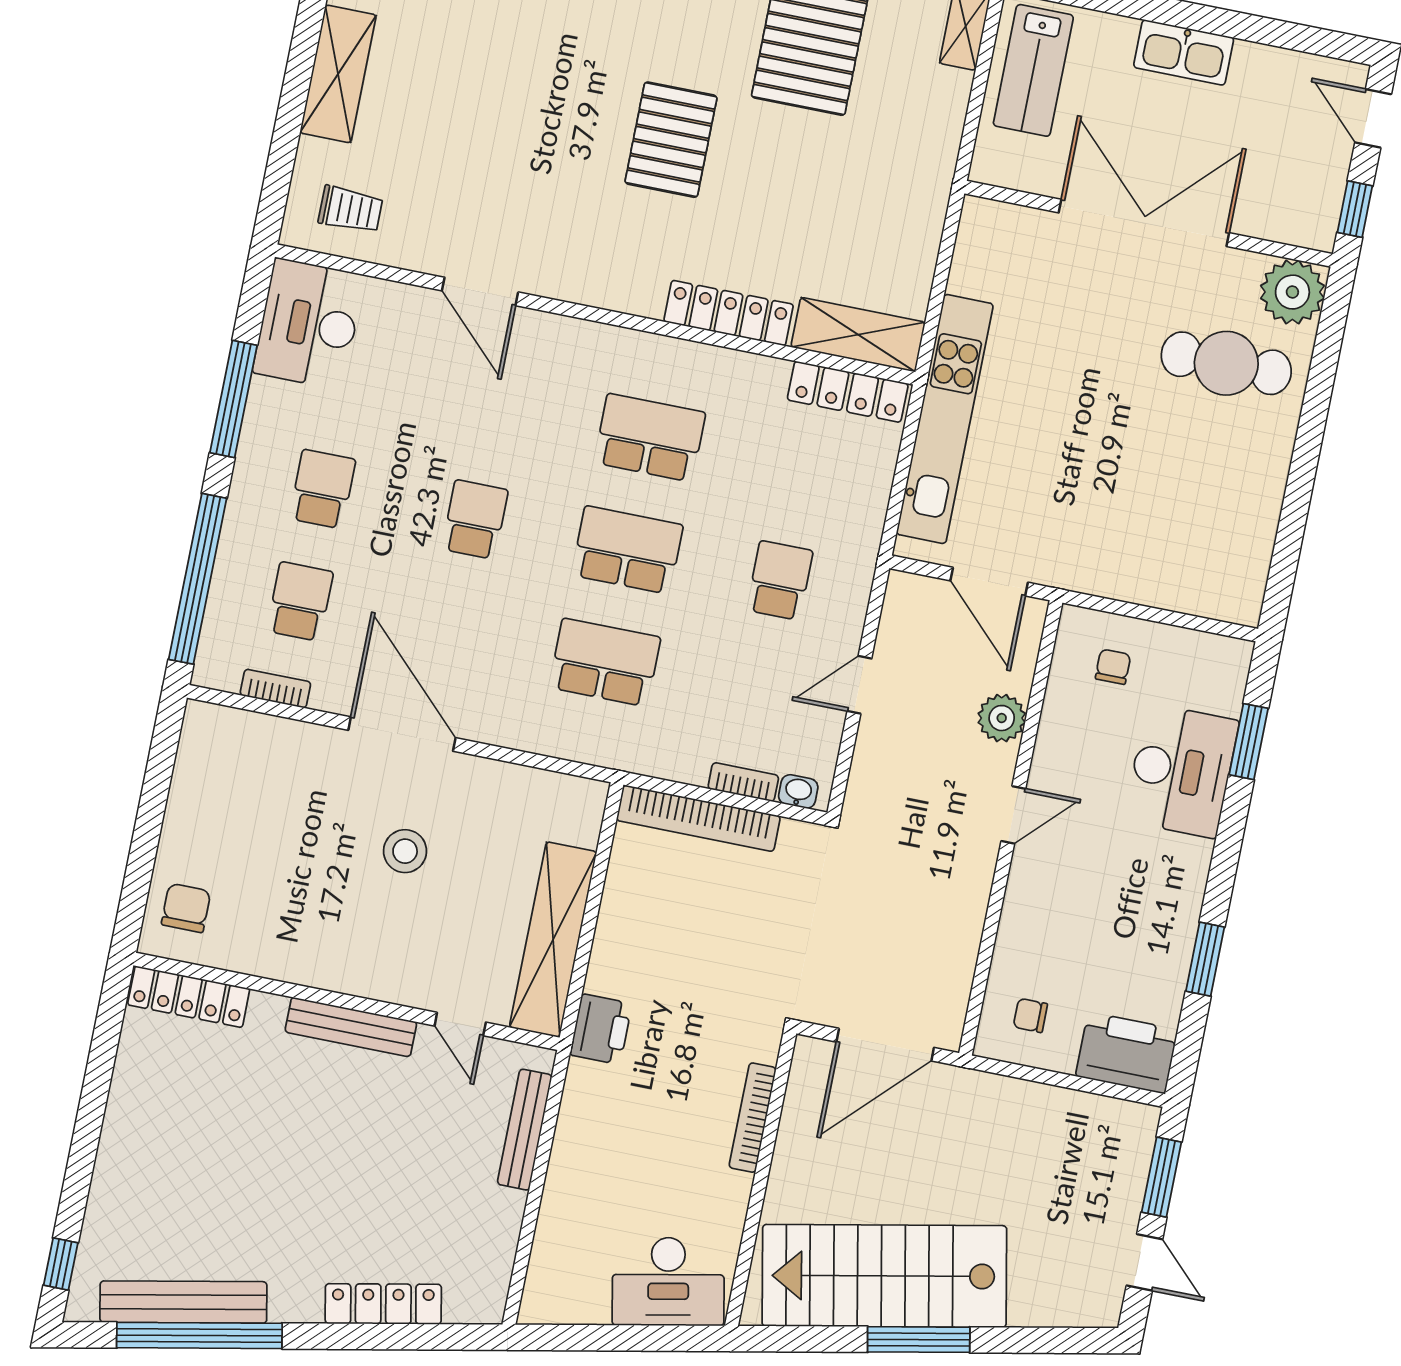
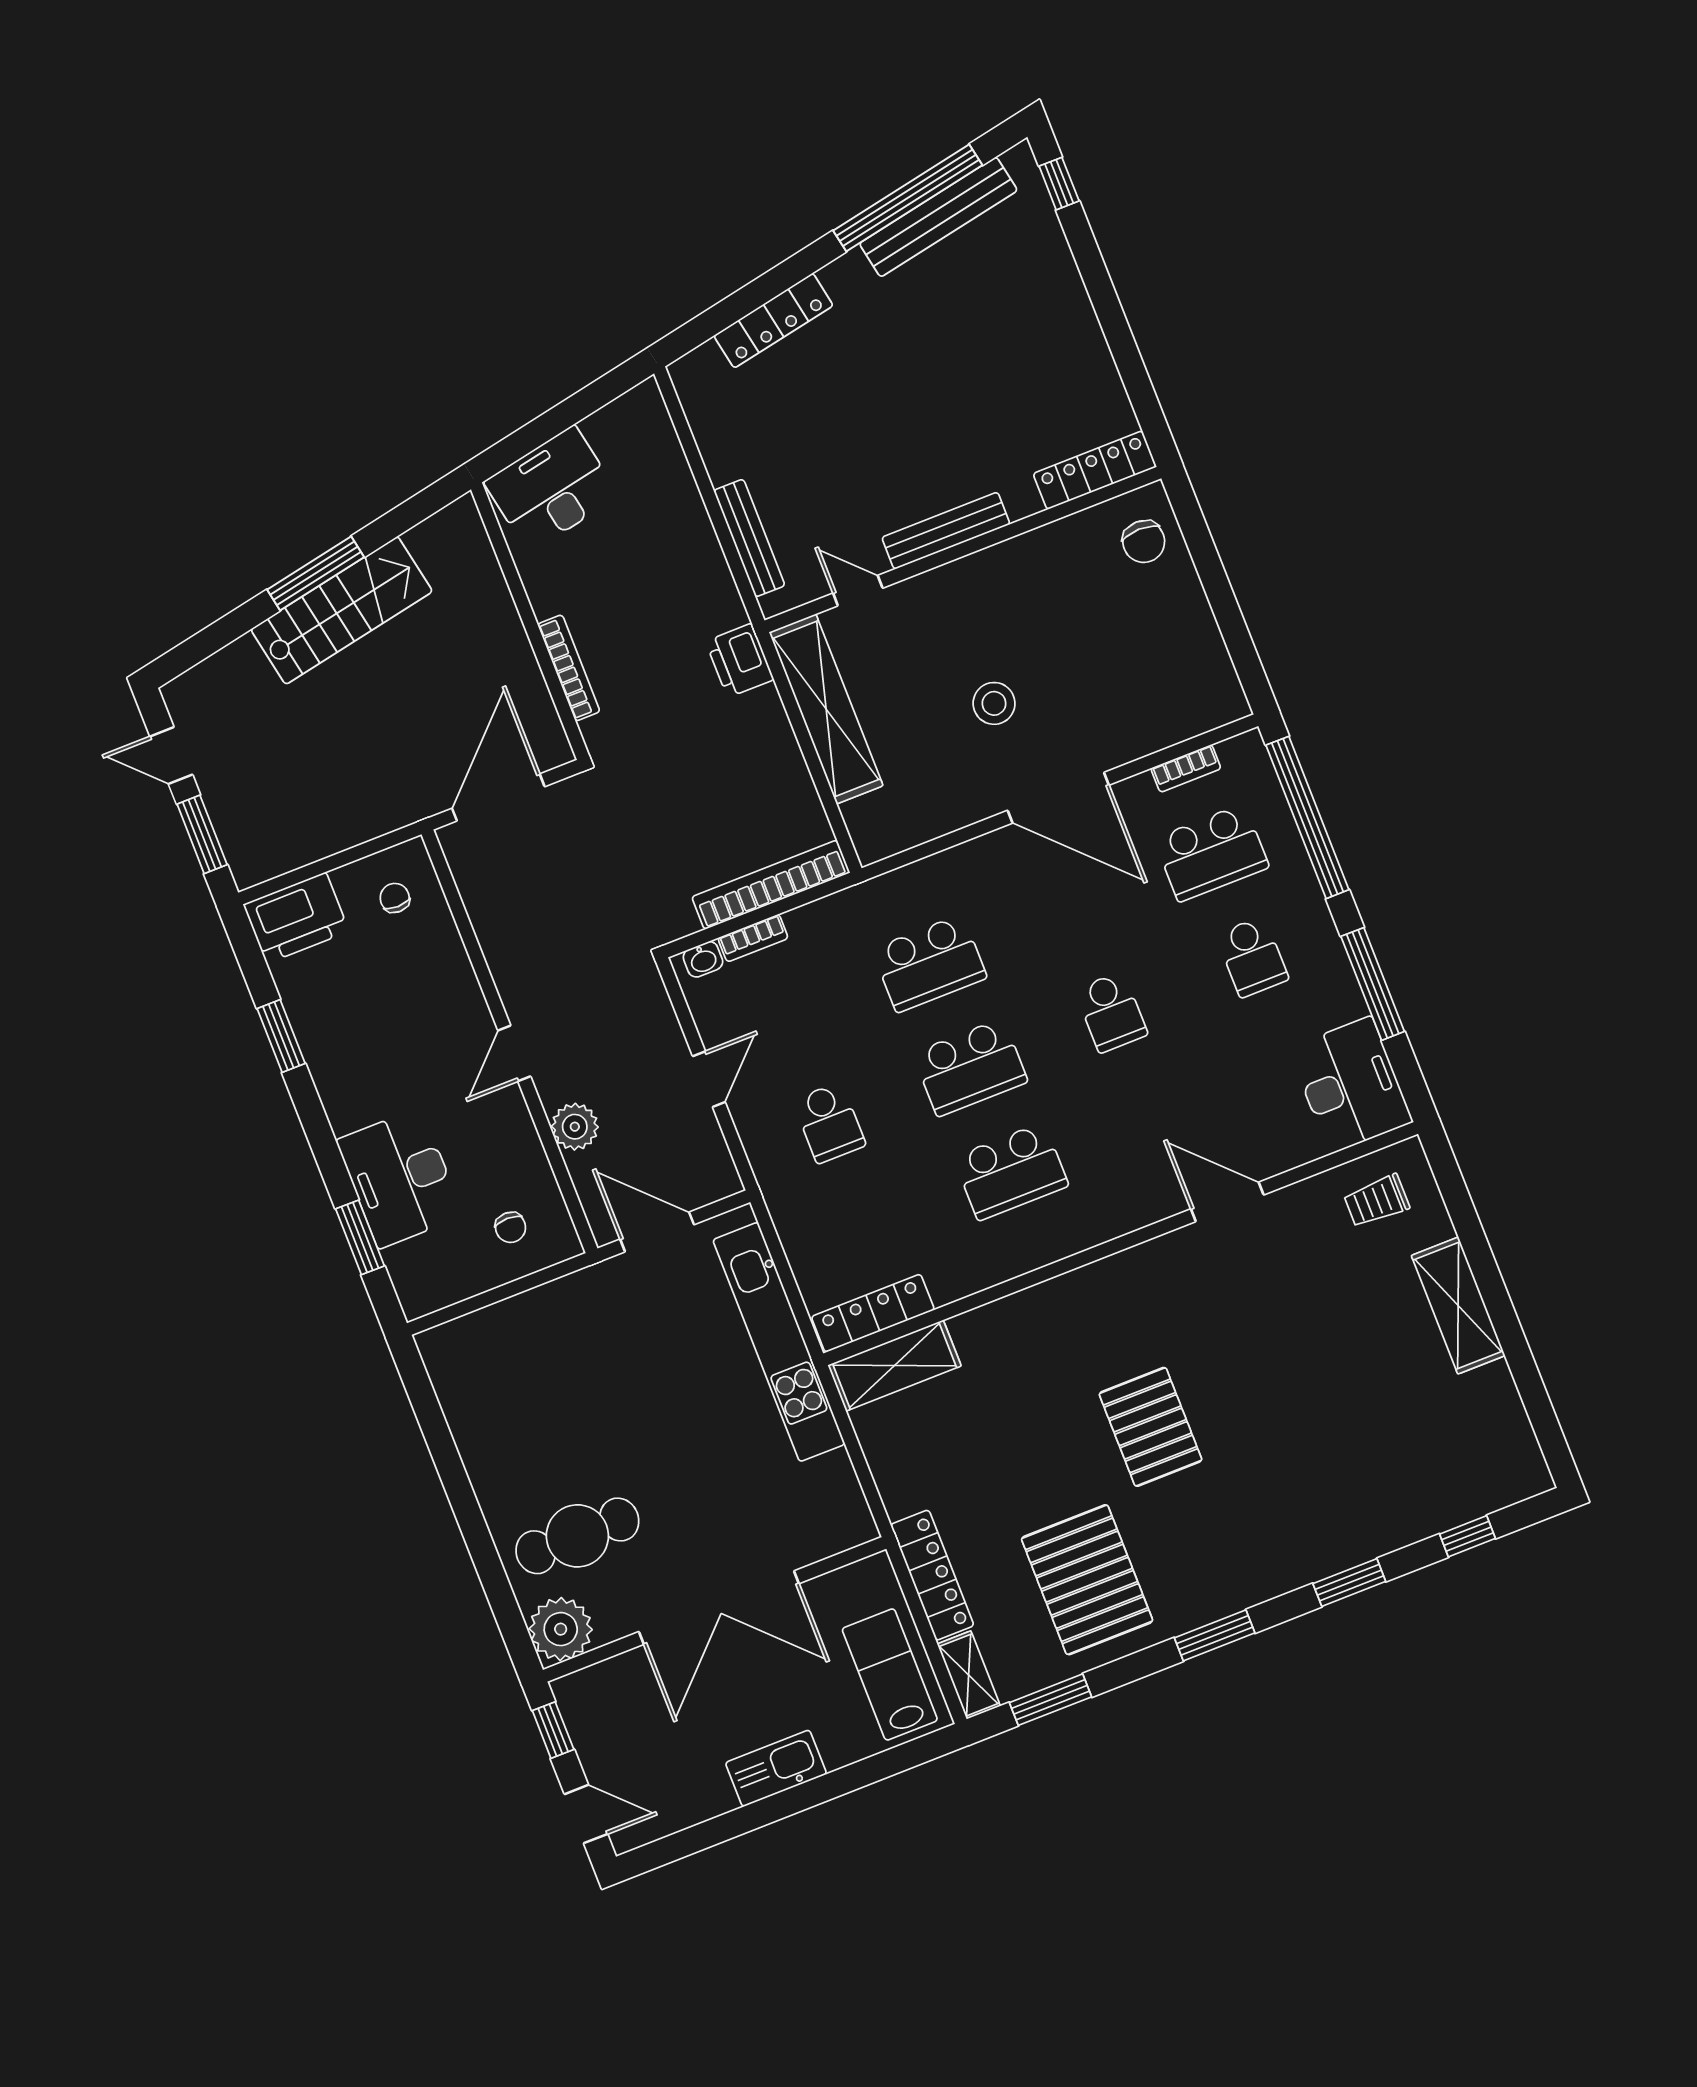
locker: (729, 313) -> (932, 1575), moved, turned -90
school desk: (300, 601) -> (1212, 853), width x1.85
chair: (1030, 1015) -> (395, 898), turned -90
stairs: (884, 1276) -> (342, 610), width x0.73, depth x0.66

